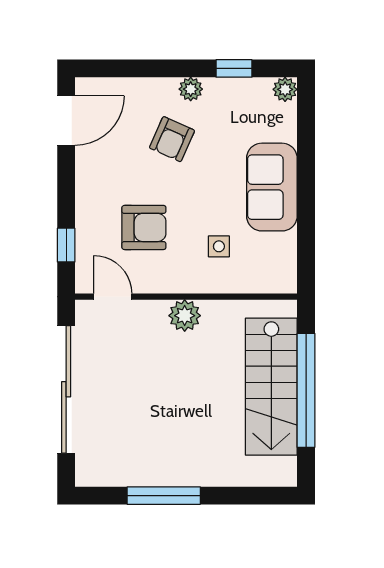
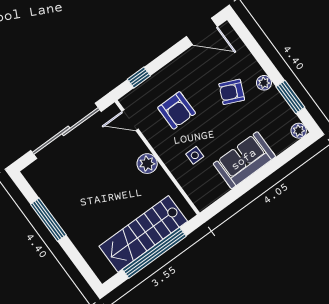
window: (234, 68) -> (290, 97), width x1.50
door: (113, 297) -> (130, 120), swing flipped

